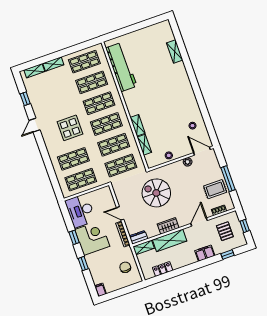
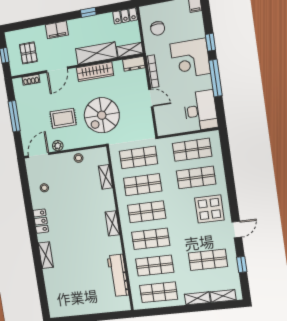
shelving: (175, 51) -> (46, 255), moved
workbench: (121, 67) -> (118, 275), width x0.73, depth x0.76
shop shelf: (52, 97) -> (208, 260), added
locker: (191, 98) -> (41, 221), added
shelving: (138, 125) -> (112, 223), moved
display table: (70, 128) -> (209, 209), moved
door: (202, 151) -> (39, 155), swing flipped
rug: (215, 189) -> (63, 118), moved
spiral stairs: (156, 193) -> (102, 115), turned 90
wardrobe: (168, 226) -> (95, 72), width x1.50
window: (74, 237) -> (215, 78), width x2.17
corner desk: (92, 238) -> (190, 59), moved
window: (228, 255) -> (88, 12), moved
locker: (163, 269) -> (125, 16), moved

